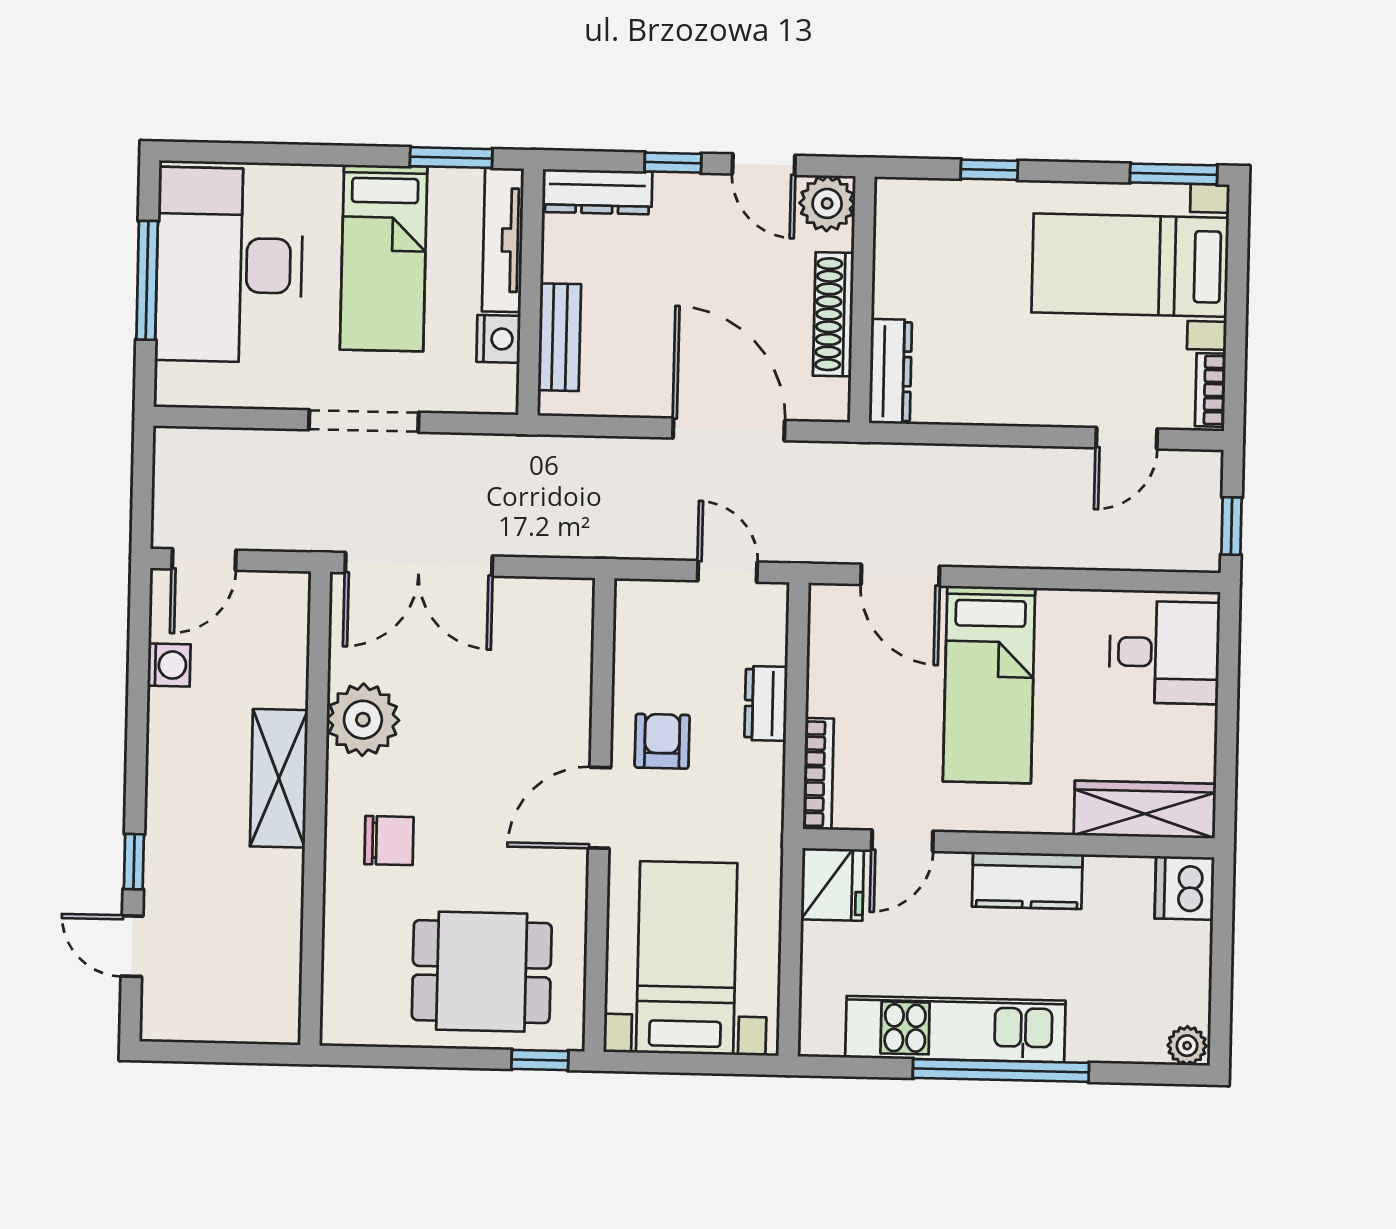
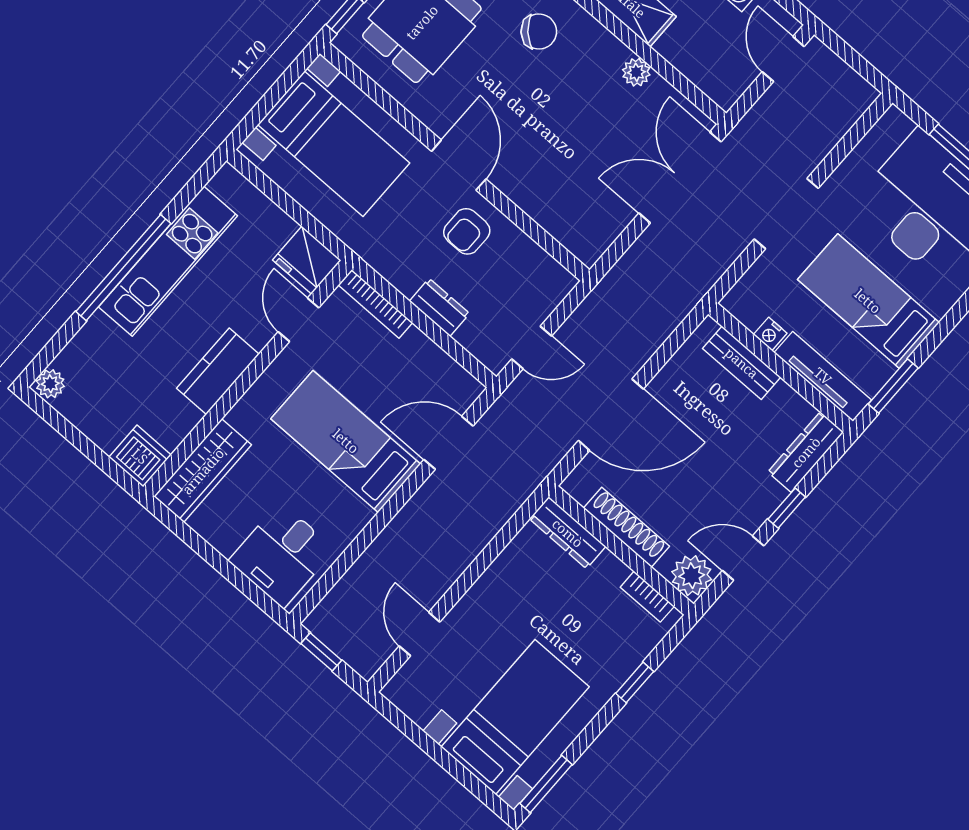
nightstand: (499, 339) -> (770, 334), width x0.72, depth x0.74
bookcase: (1210, 390) -> (647, 597), moved, turned 180
plant: (363, 720) -> (636, 72), width x0.53, depth x0.53
armchair: (662, 741) -> (467, 231), turned 90
chair: (389, 841) -> (539, 32), turned -133

